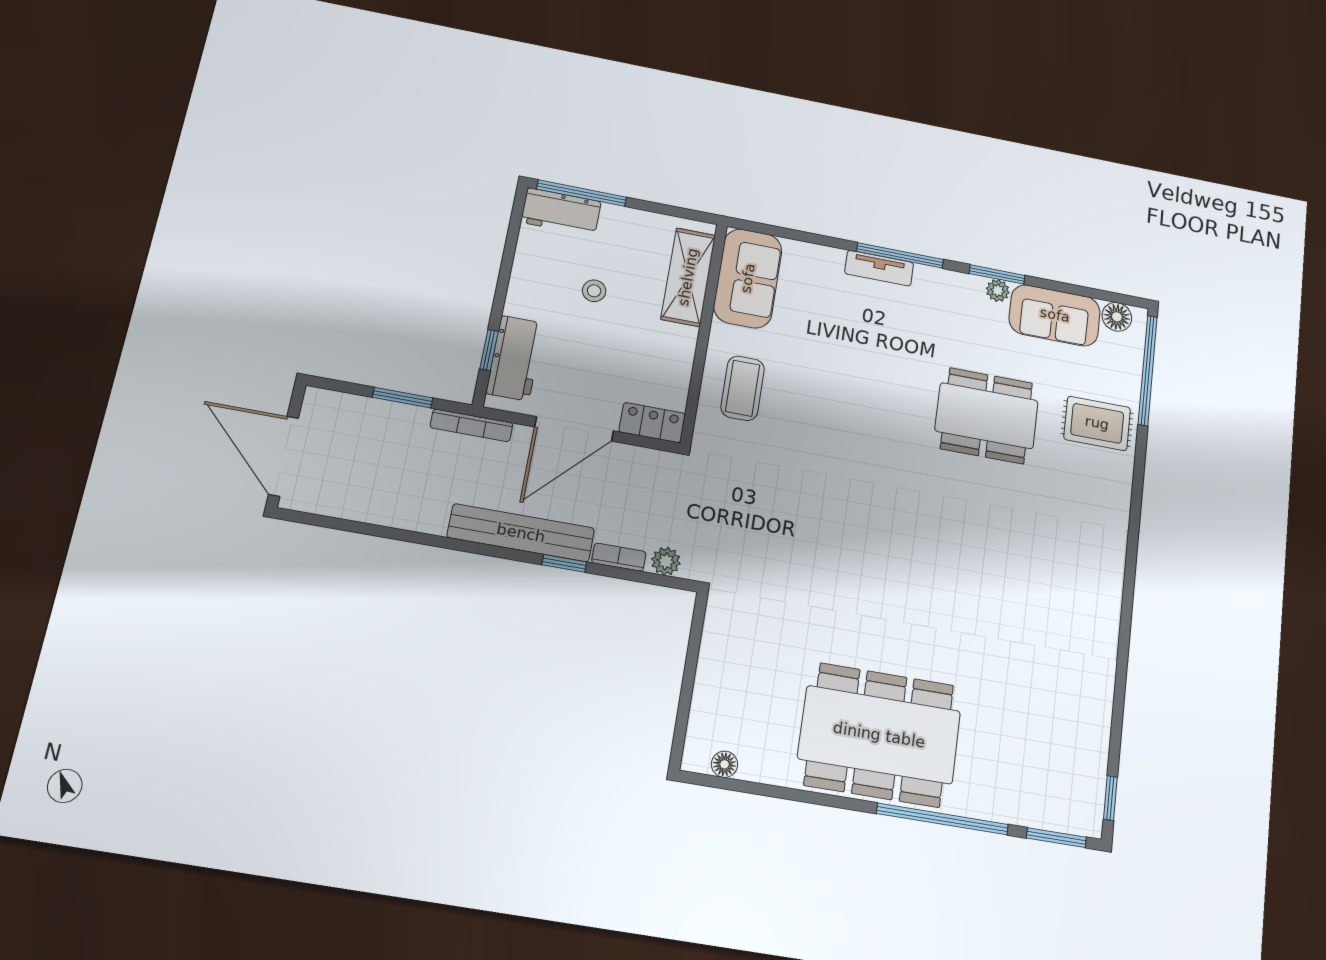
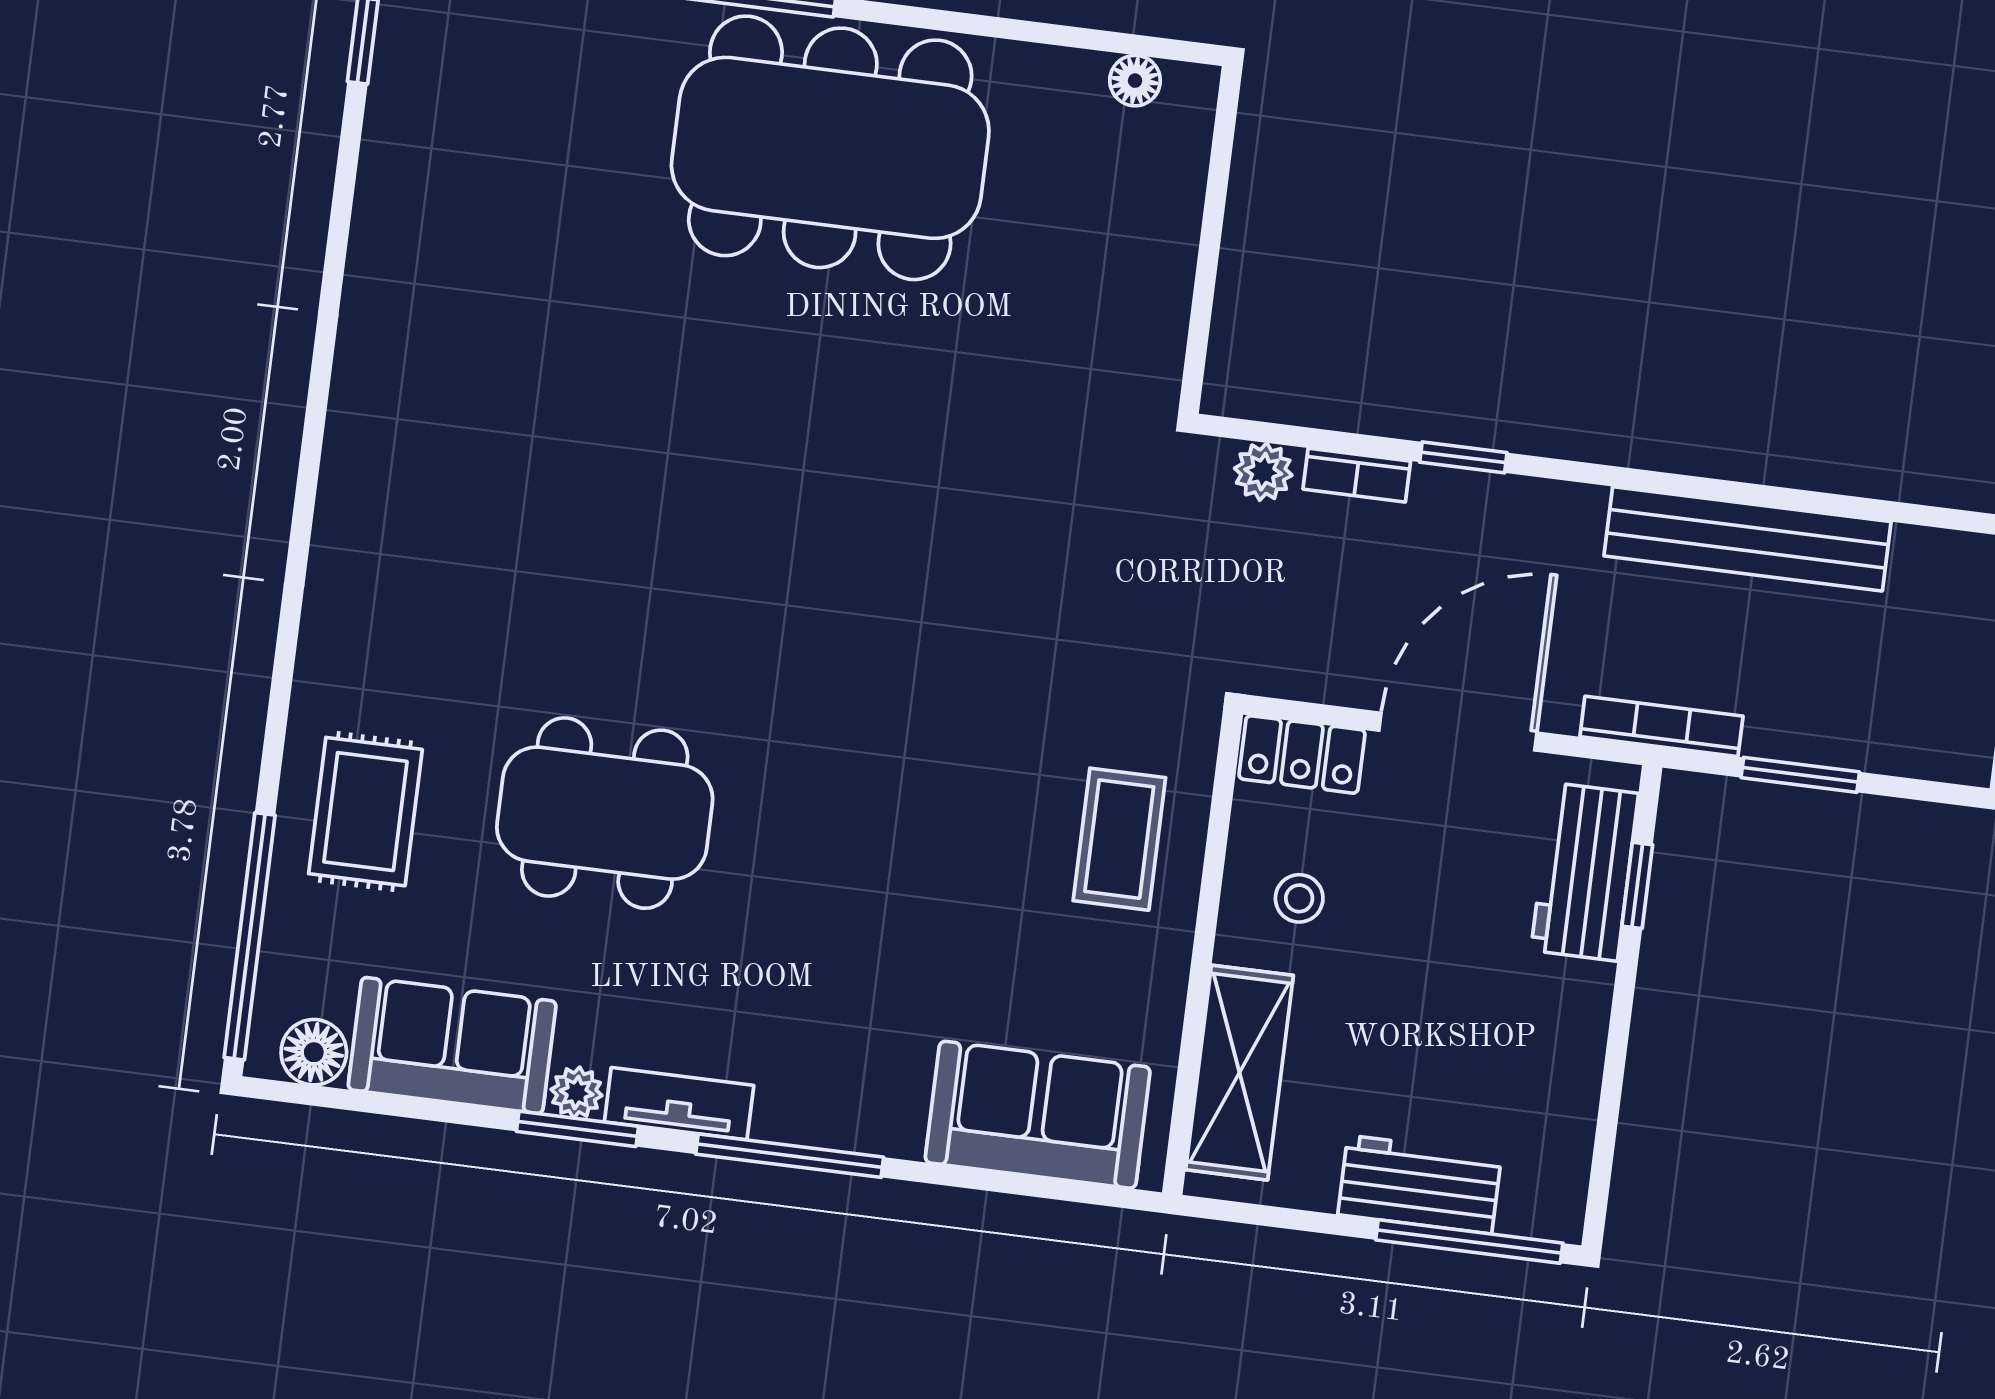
workbench: (561, 212) -> (1420, 1185), moved
tv unit: (879, 268) -> (679, 1104), moved
sofa: (748, 278) -> (1038, 1115), moved, turned 90
stool: (594, 291) -> (1299, 898), moved
rug: (1097, 423) -> (365, 812), turned 90
bench: (521, 533) -> (1747, 539), moved

